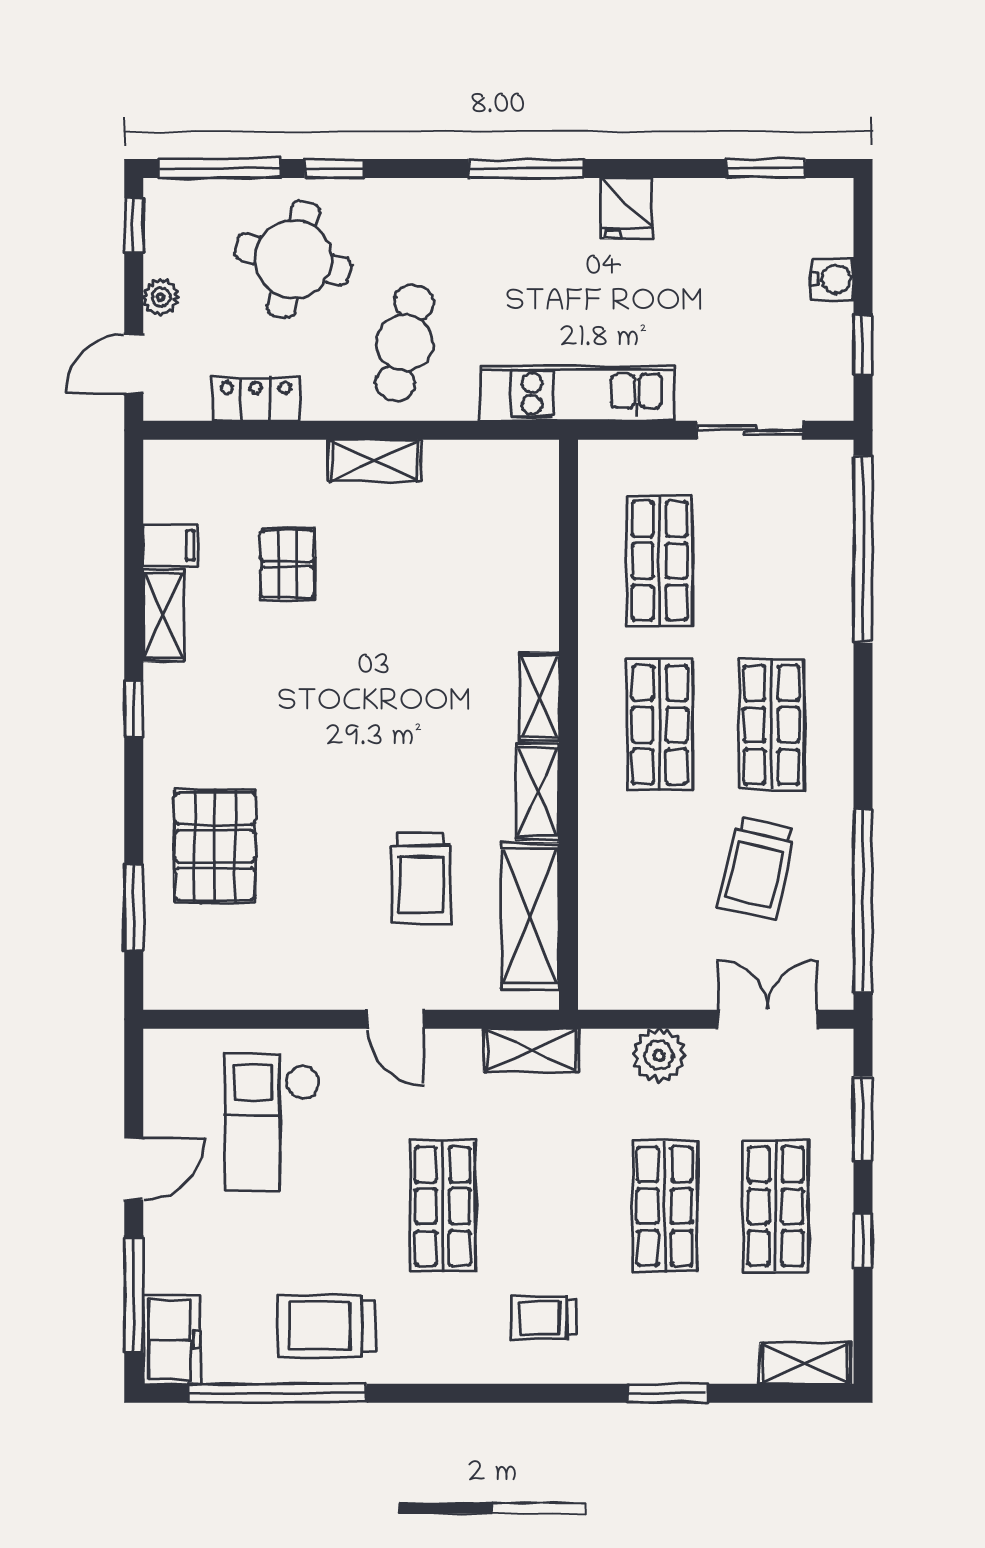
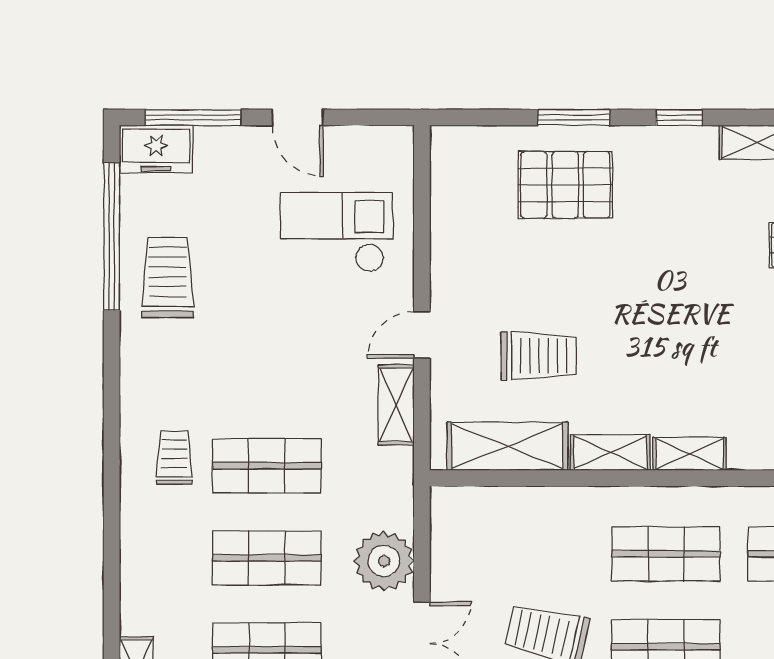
trolley: (421, 879) -> (539, 356), turned 180
window: (134, 907) -> (574, 117), moved
shelving: (531, 1050) -> (396, 405), moved
plant: (659, 1055) -> (384, 561), width x1.36, depth x1.36
shop shelf: (443, 1206) -> (267, 466), moved
window: (668, 1393) -> (112, 560), removed

